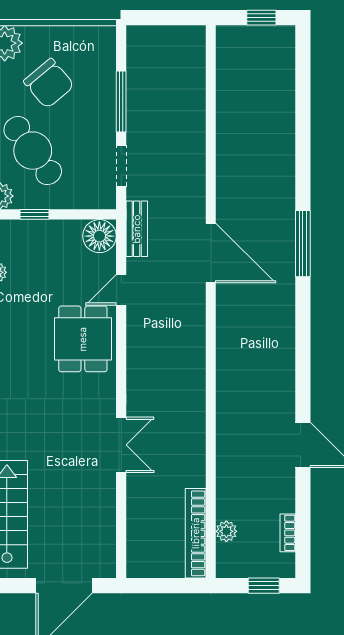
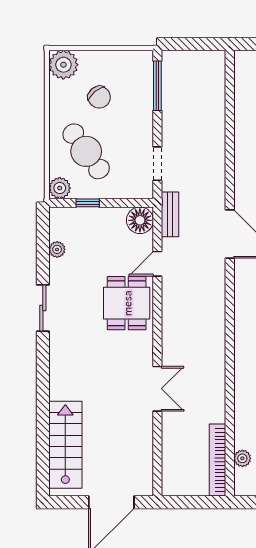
chair: (49, 83) -> (99, 97), width x0.73, depth x0.73
window: (121, 102) -> (157, 86), moved

